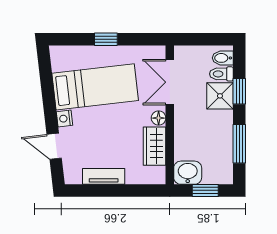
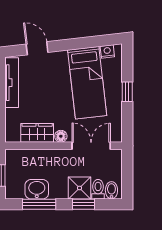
nightstand: (64, 119) -> (107, 51), moved
door: (54, 146) -> (37, 48), hinge flipped
washbasin: (188, 173) -> (37, 189), moved, turned -90
tv unit: (104, 176) -> (12, 83), width x1.41

